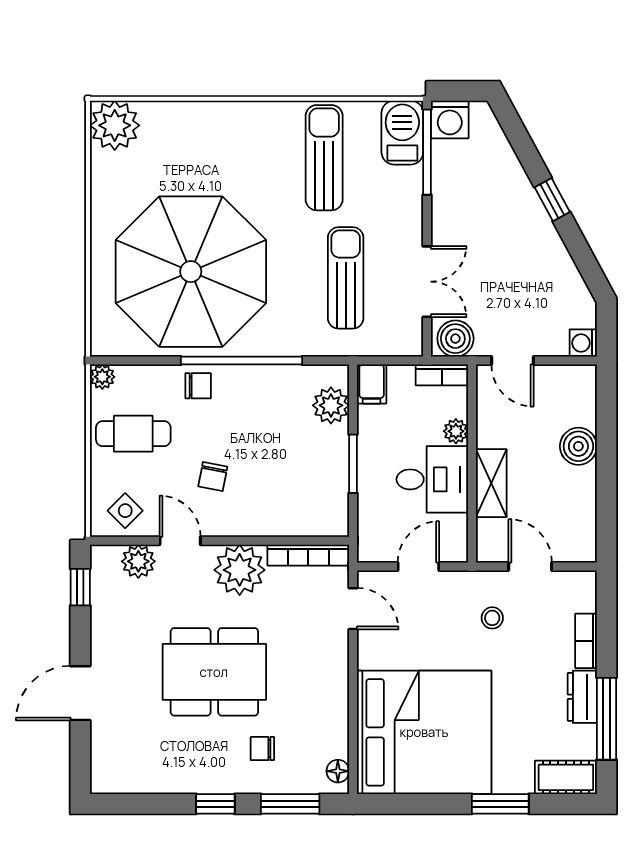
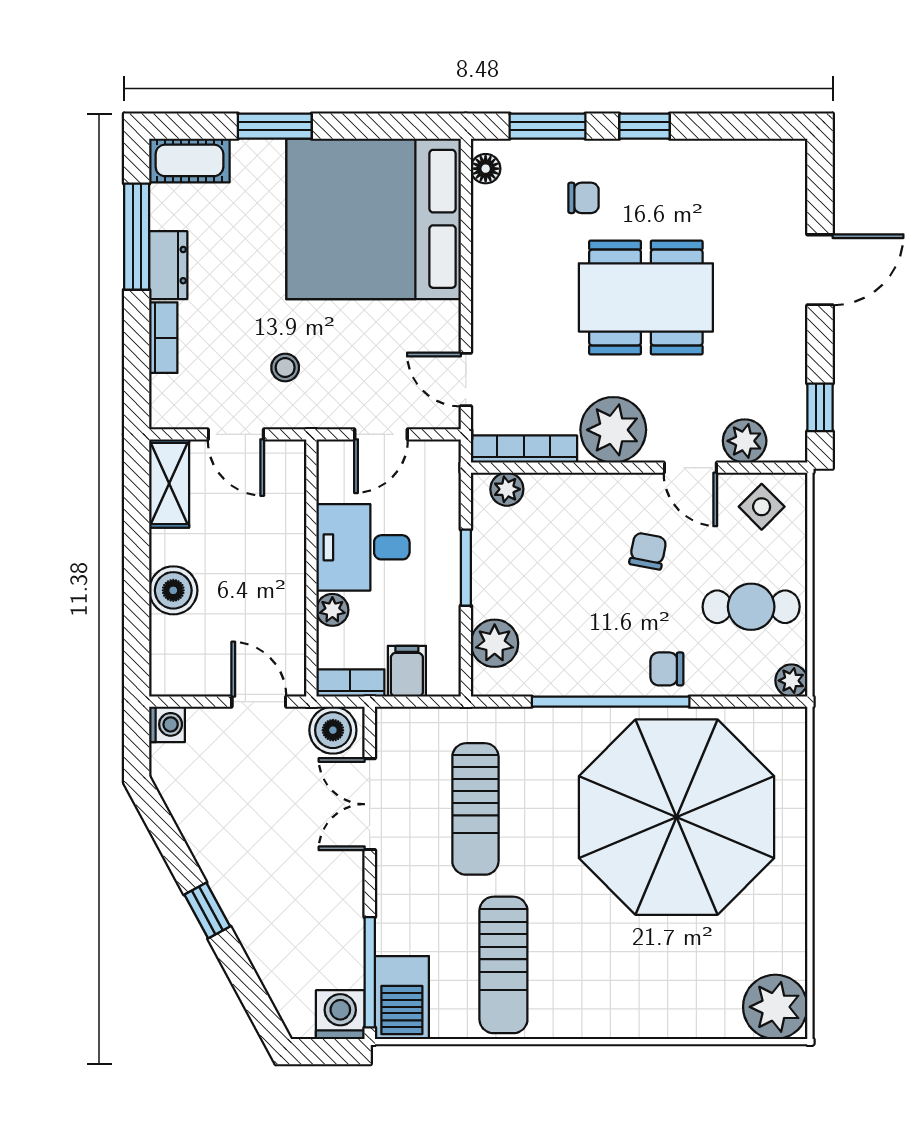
filing cabinet: (372, 384) -> (407, 671), moved
shelving: (491, 483) -> (169, 484), moved
plant: (321, 524) -> (507, 489), added

